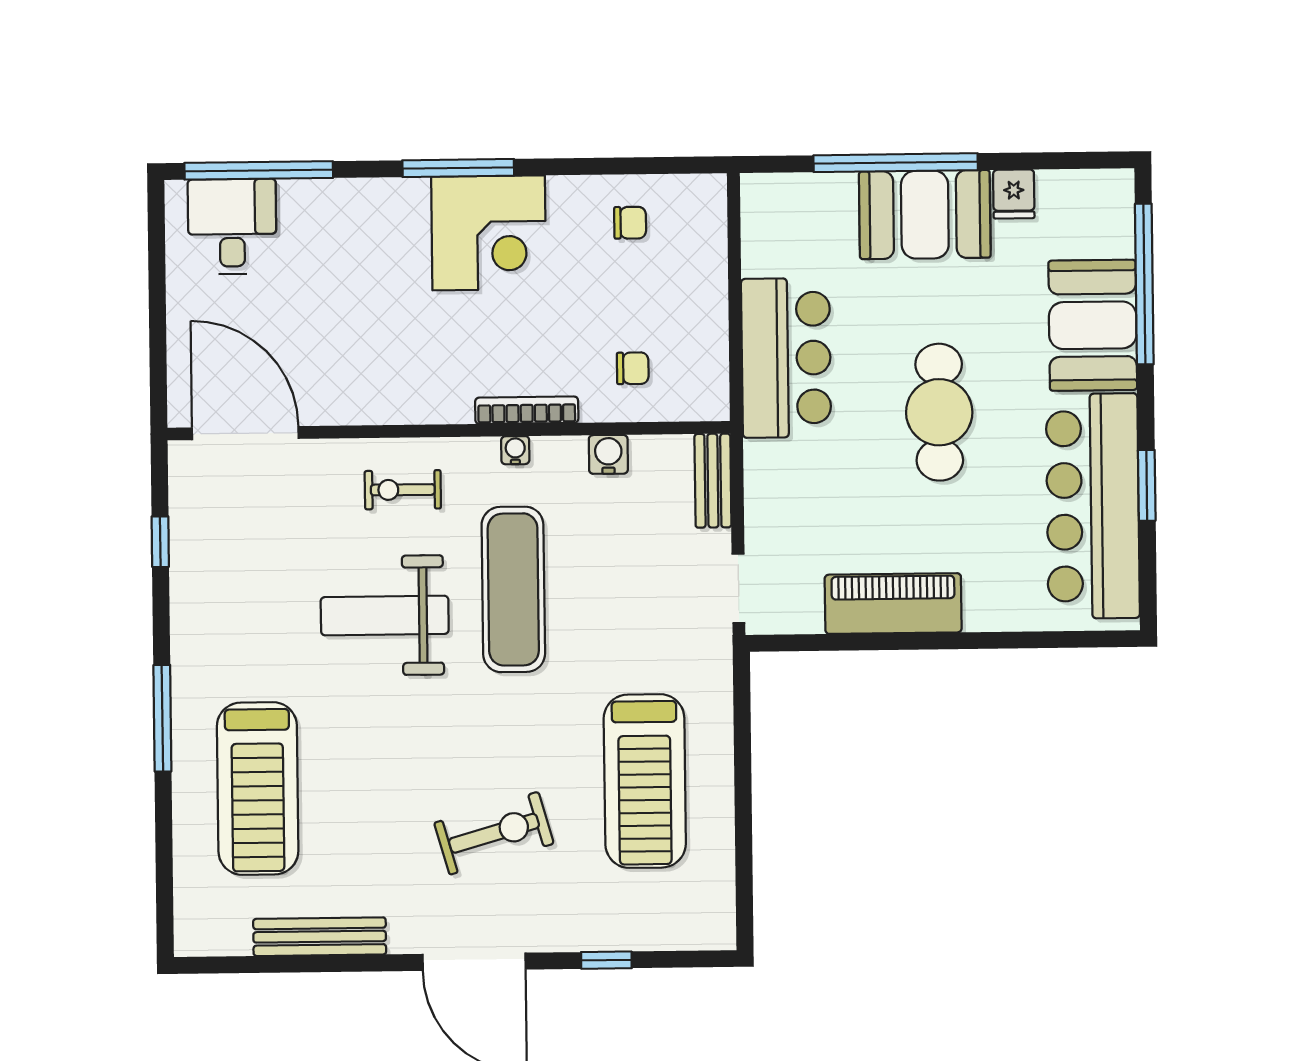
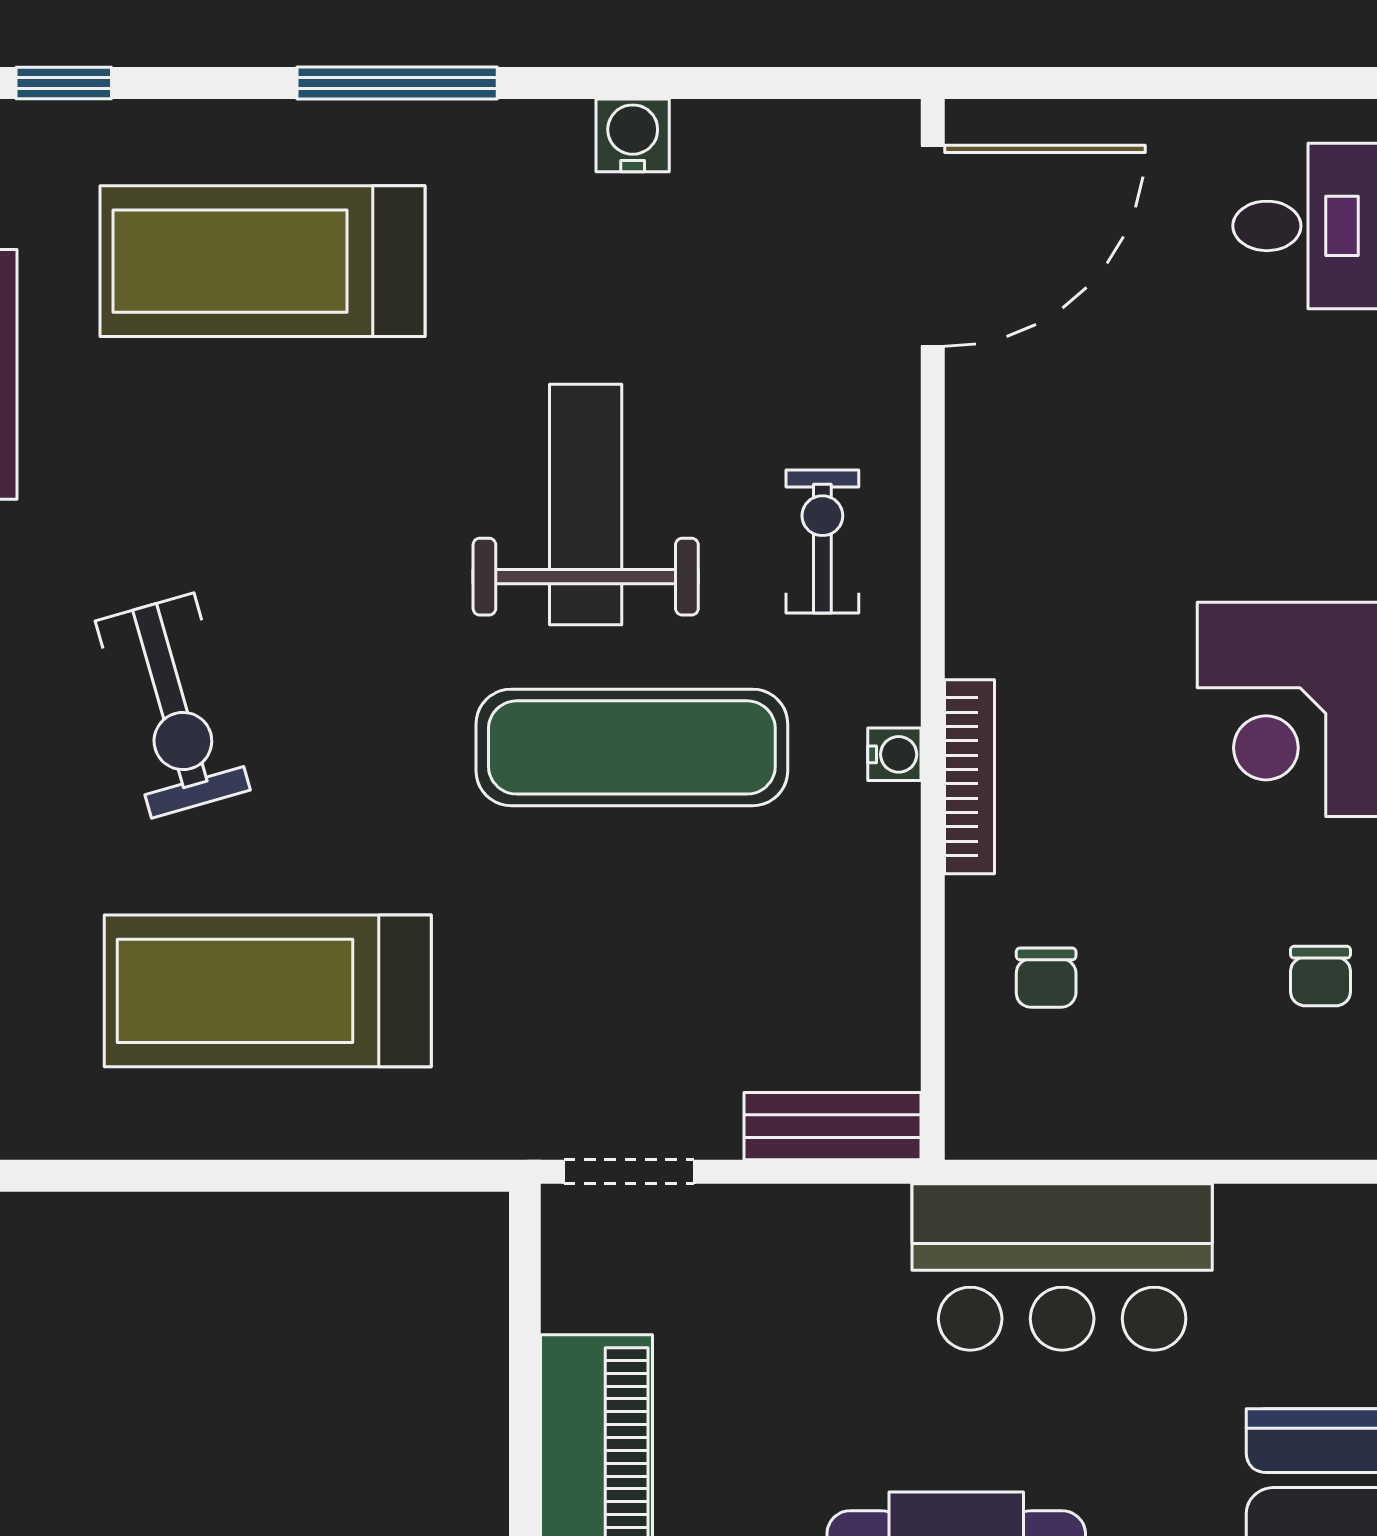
water cooler: (608, 454) -> (633, 135), moved, turned -90
window: (160, 542) -> (64, 83), moved

